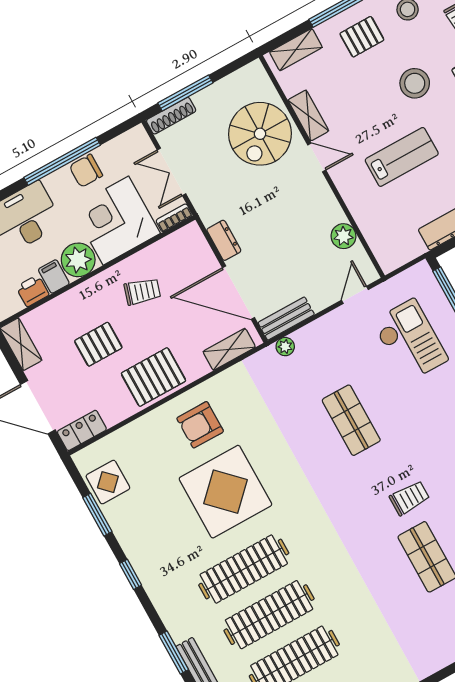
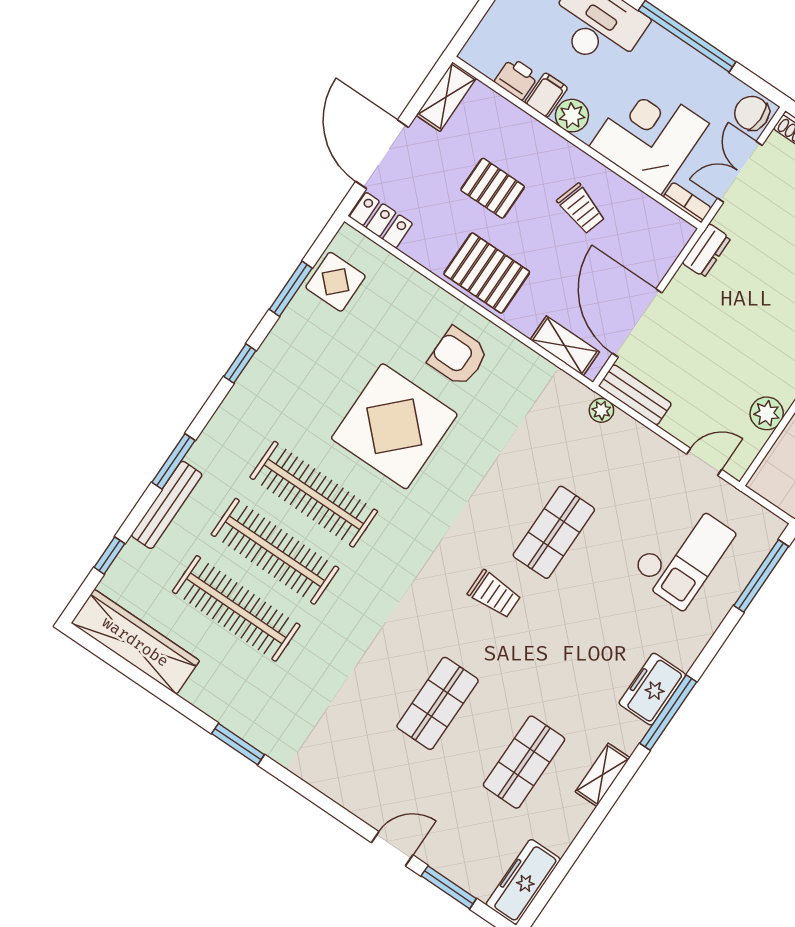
chair: (86, 171) -> (752, 113), moved
dresser: (224, 240) -> (707, 251), moved
plant: (78, 260) -> (572, 116), width x0.73, depth x0.73
trolley: (410, 498) -> (494, 594), moved

